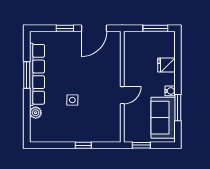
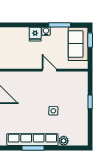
fridge: (166, 65) -> (35, 34), moved
sofa: (163, 118) -> (78, 44), moved, turned 90
window: (141, 145) -> (90, 40), moved

